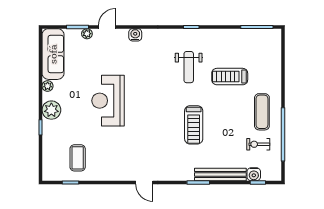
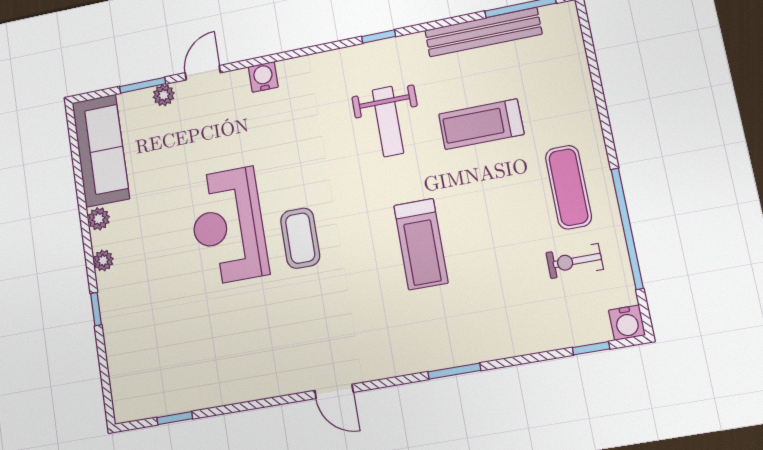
plant: (51, 110) -> (103, 260), width x0.53, depth x0.53
coffee table: (78, 158) -> (300, 238), moved
bench: (220, 174) -> (483, 32), moved
water cooler: (254, 174) -> (627, 323), moved

